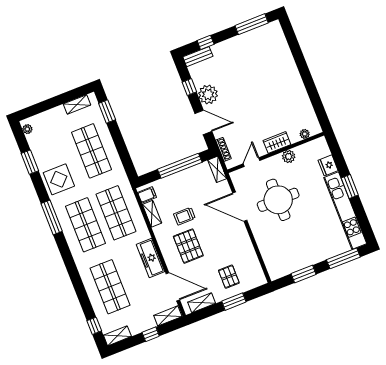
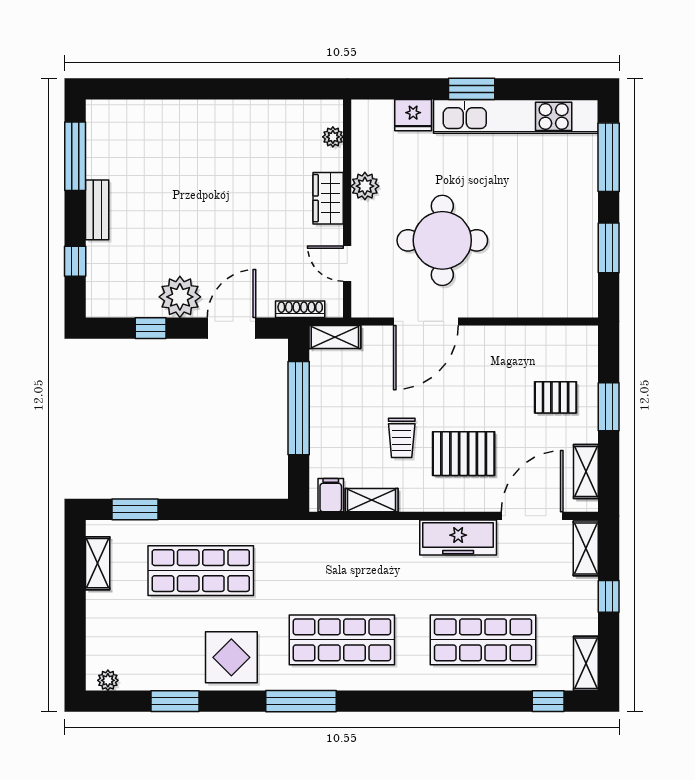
bench: (198, 57) -> (97, 210), moved
shop shelf: (116, 213) -> (342, 571), removed

